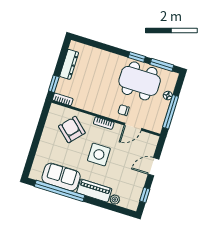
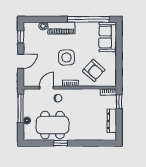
window: (162, 65) -> (39, 143), removed
sofa: (61, 177) -> (108, 37), moved, turned 90

